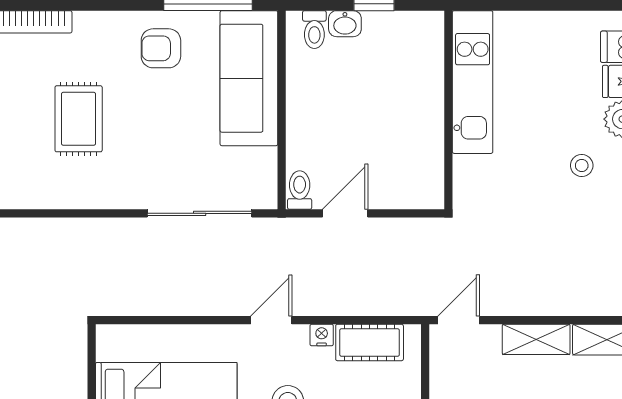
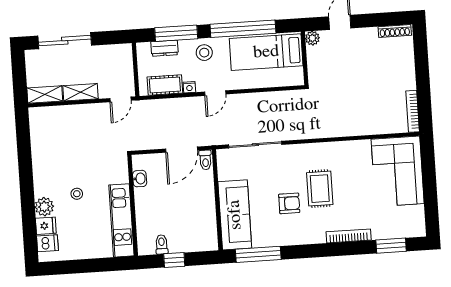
washbasin: (345, 24) -> (140, 179), moved, turned 90
toilet: (314, 30) -> (162, 244), moved
armchair: (161, 48) -> (289, 203), moved
stool: (582, 165) -> (77, 194), moved
door: (345, 213) -> (182, 150), width x1.38

